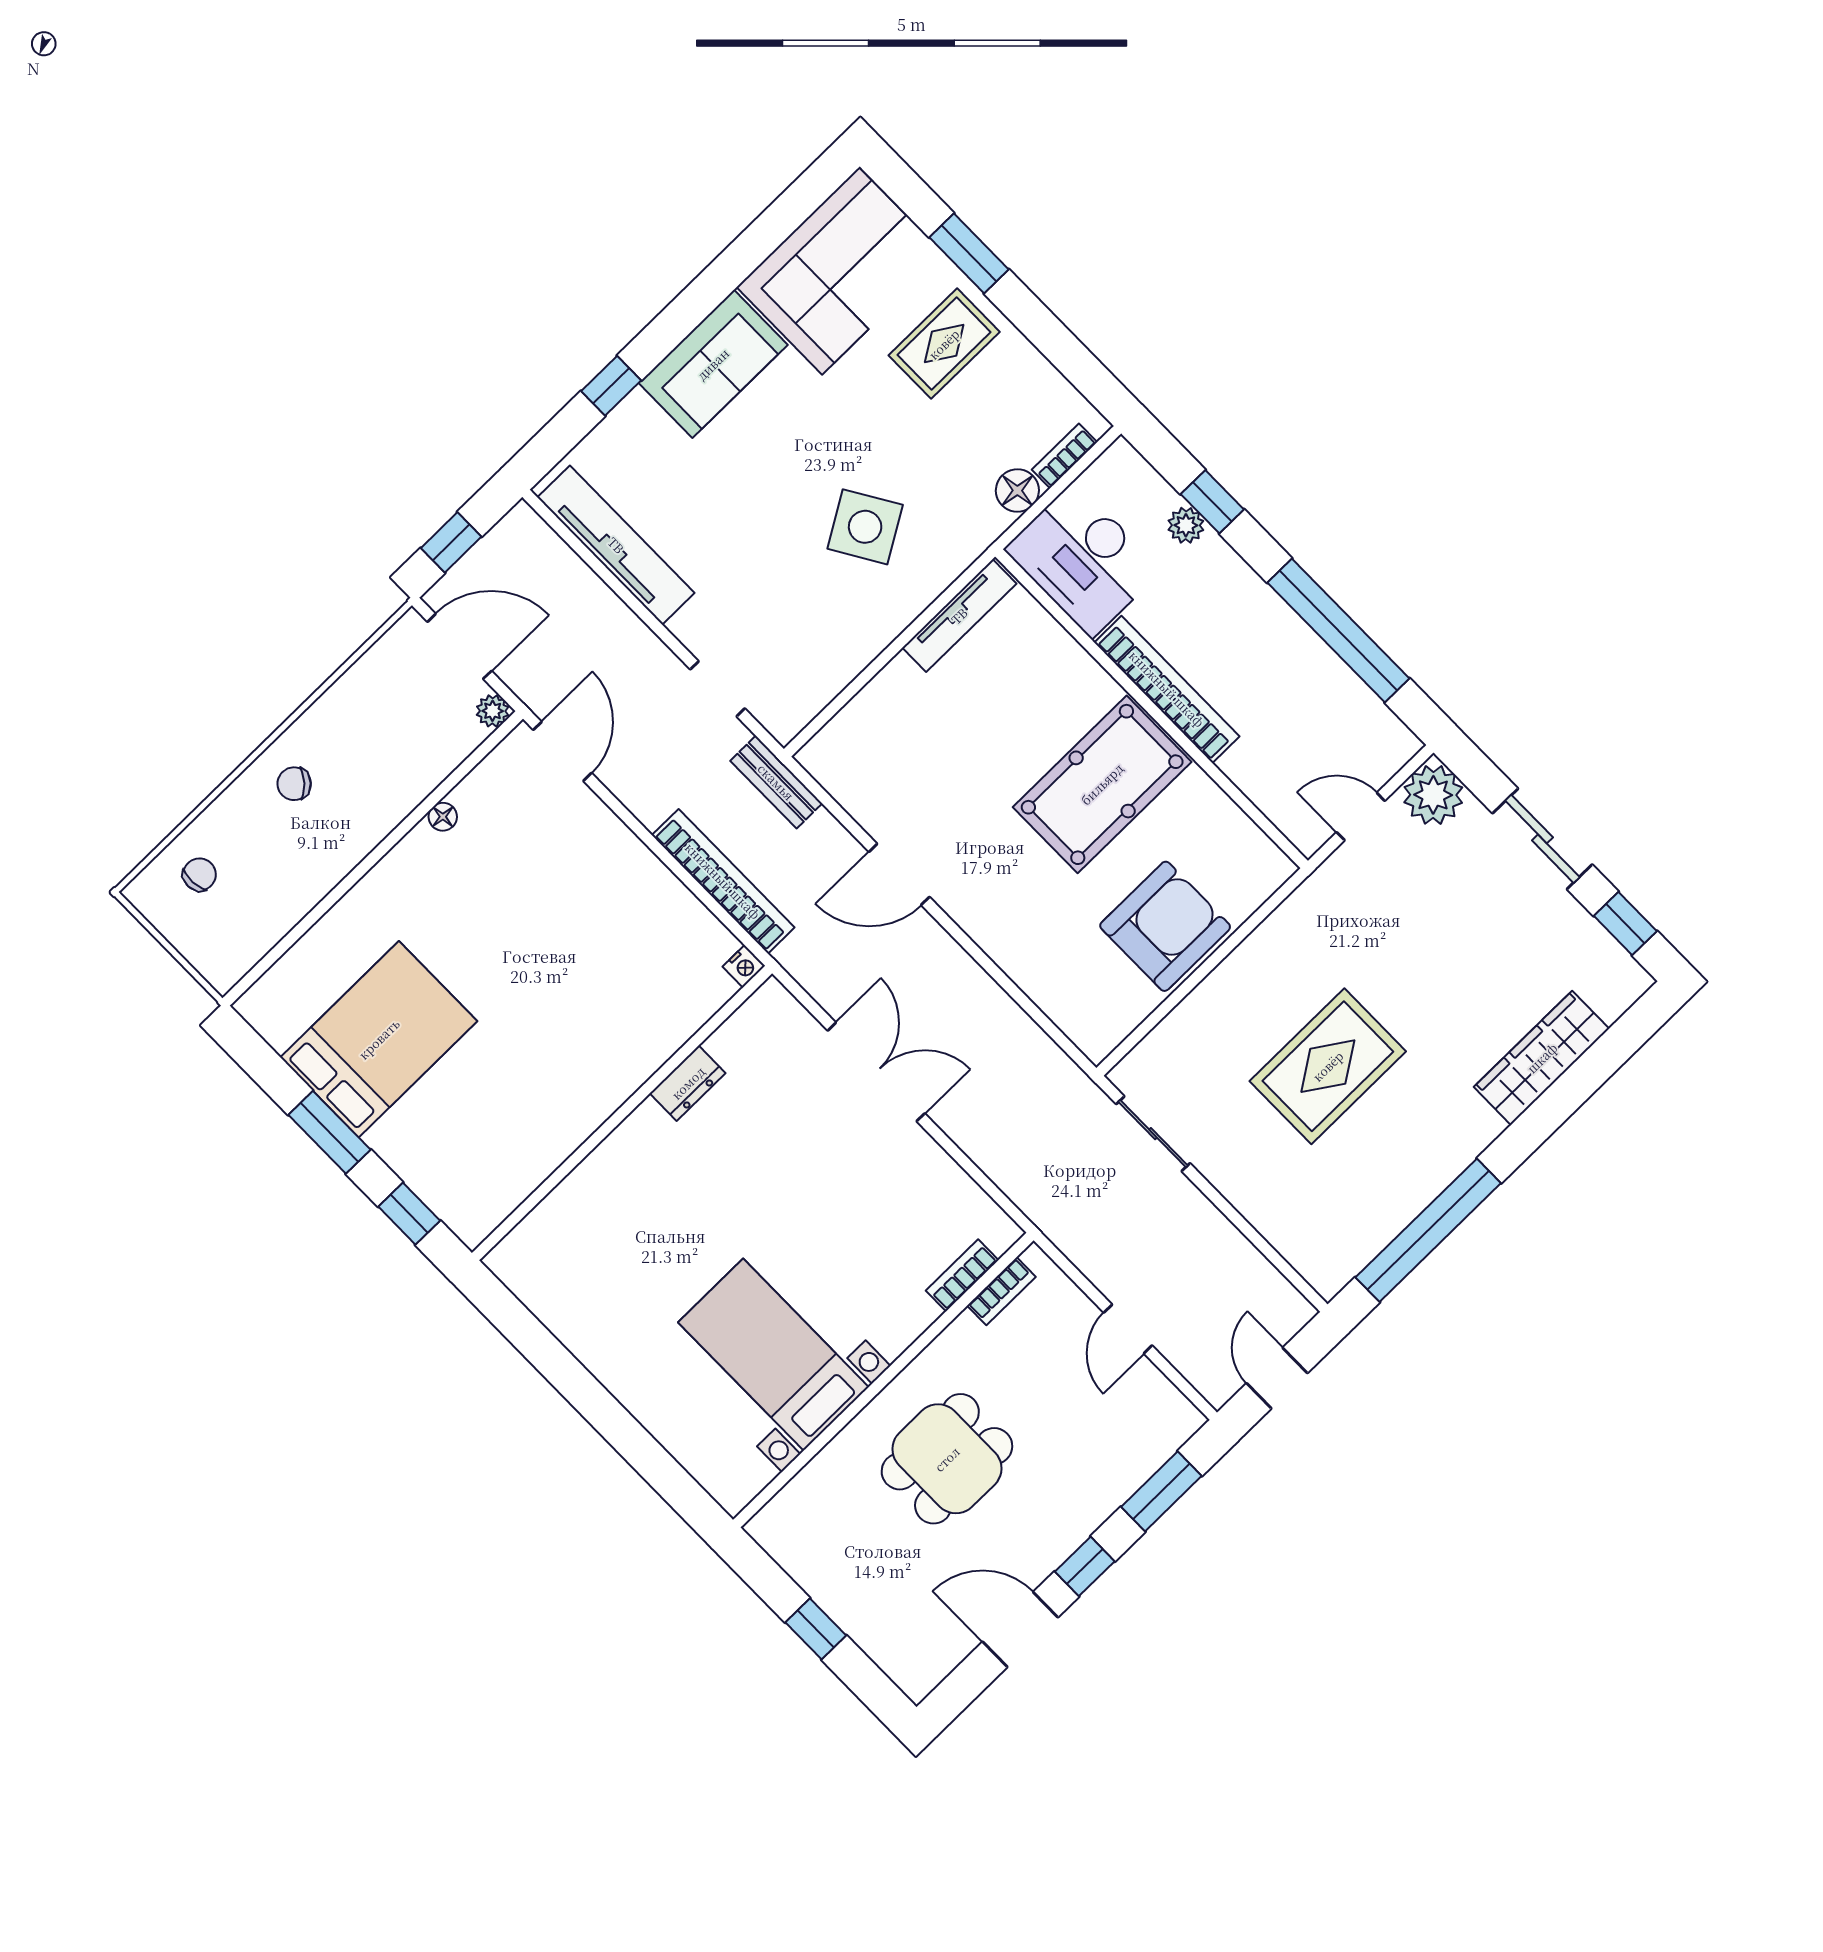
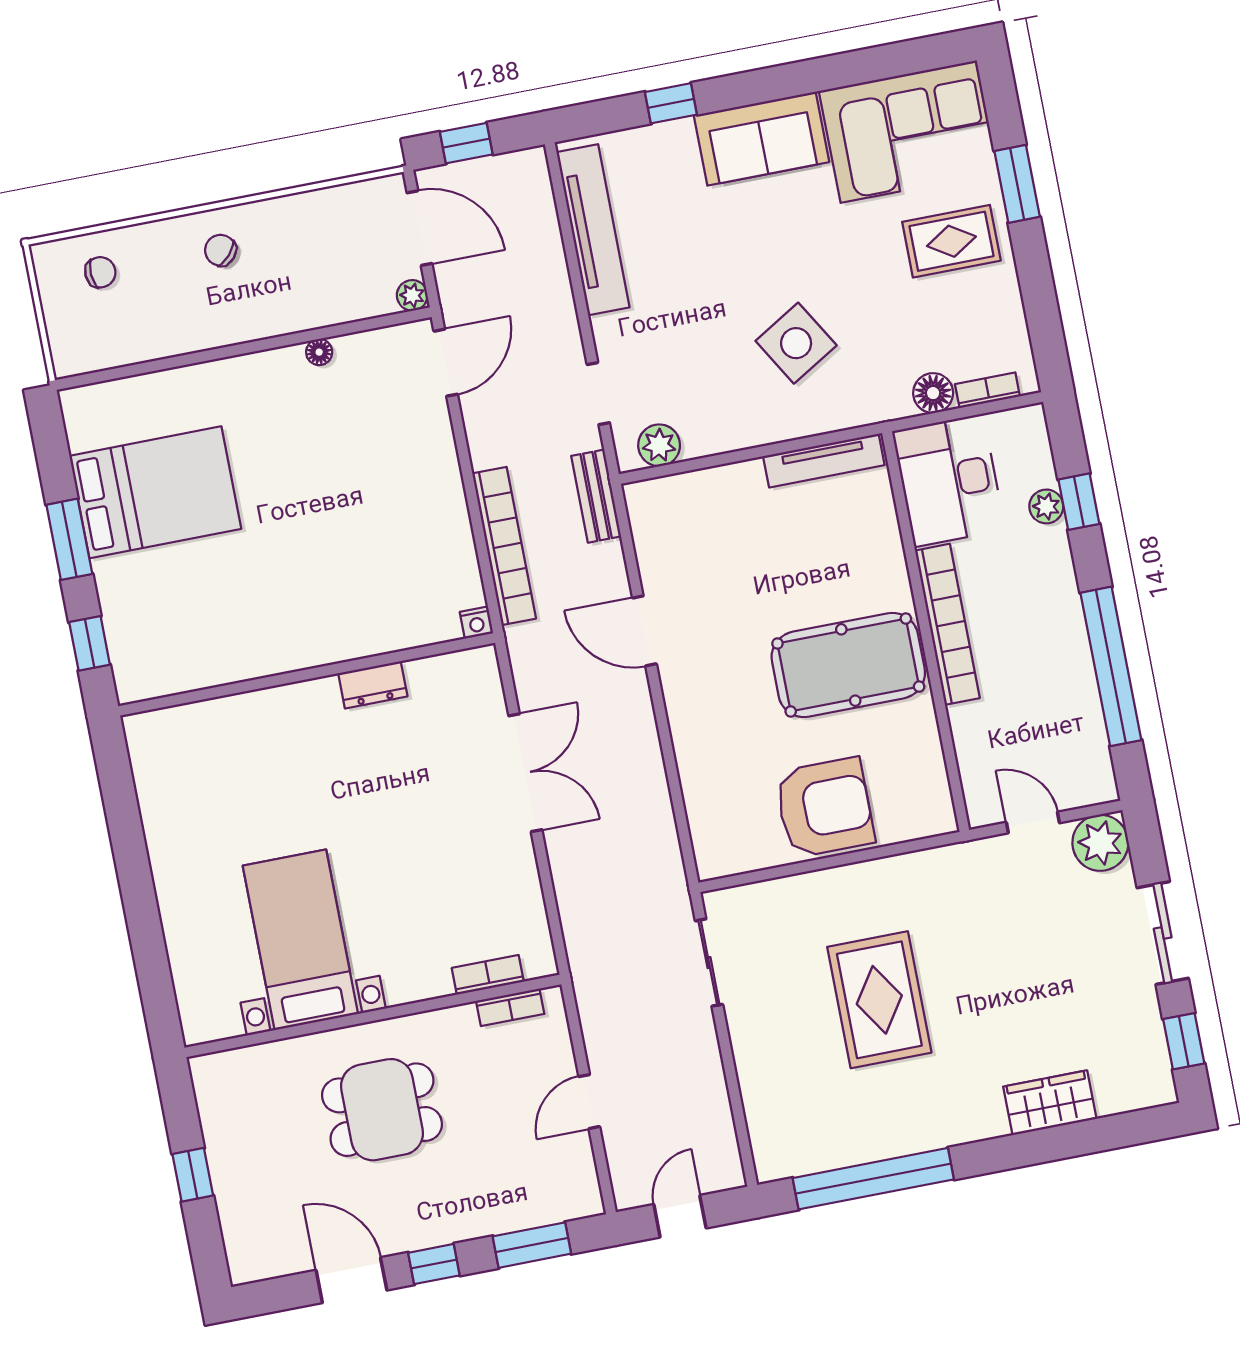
plant: (803, 699) -> (659, 445), added
wardrobe: (1542, 1058) -> (1050, 1103), width x0.67
rug: (1328, 1066) -> (879, 1000), turned 90

